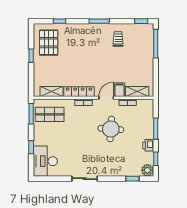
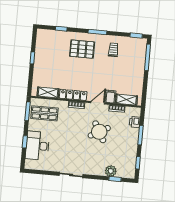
pallet: (49, 43) -> (82, 49), moved, turned 90
round table: (111, 129) -> (99, 132), turned -33
printer: (148, 145) -> (135, 122), moved
desk: (45, 161) -> (37, 146), moved
plant: (147, 170) -> (111, 171), moved

